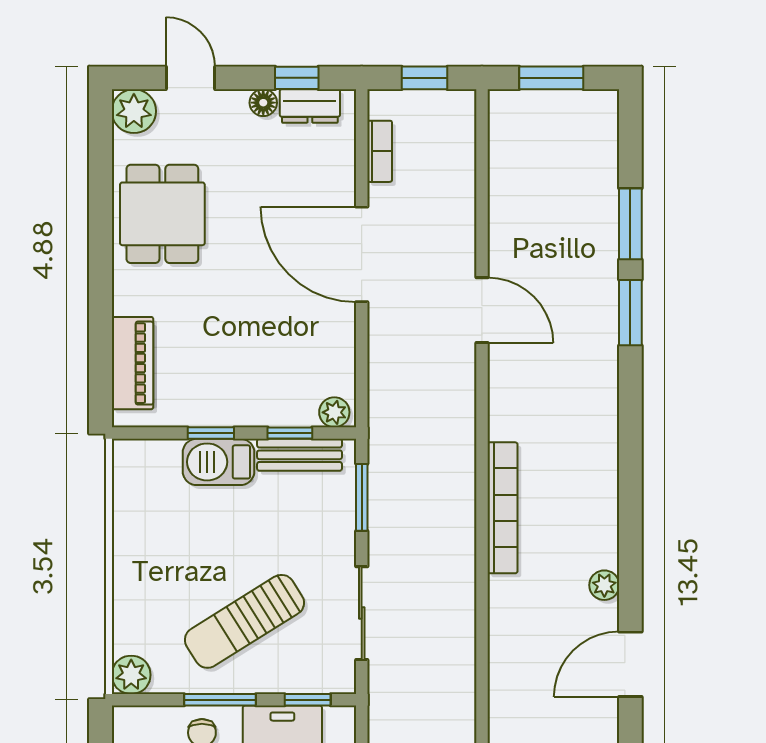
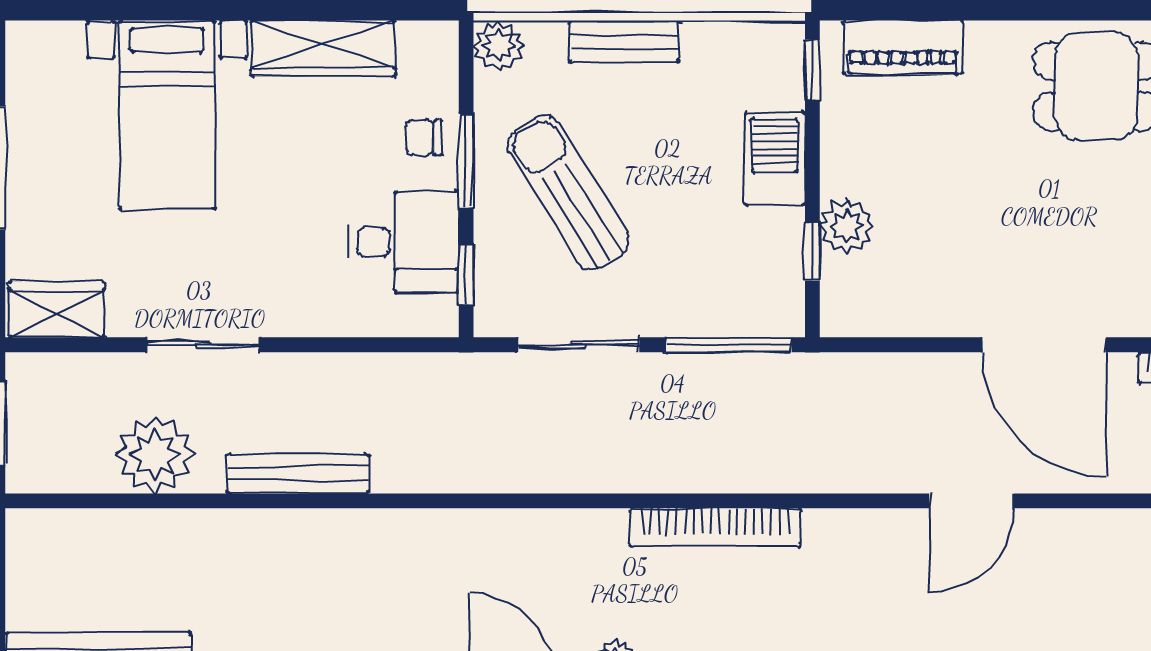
door: (362, 254) -> (1044, 345), swing flipped
plant: (334, 412) -> (847, 226), moved, width x1.38, depth x1.38
window: (211, 433) -> (812, 70), moved
bench: (300, 455) -> (624, 41), moved, turned 90
window: (362, 497) -> (729, 345), width x1.44

